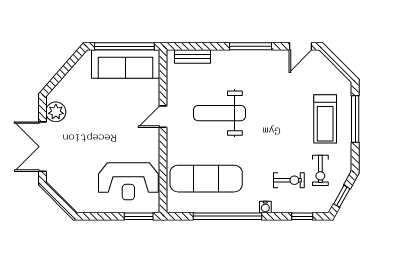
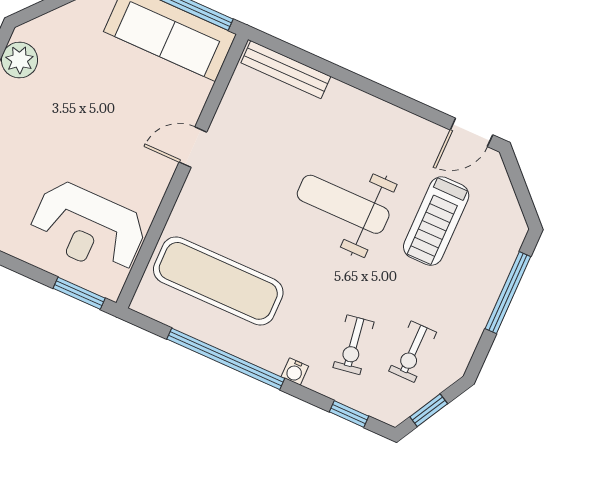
window: (251, 46) -> (389, 96), removed
bench: (193, 56) -> (286, 70), width x1.36
weight bench: (219, 113) -> (343, 204), moved
treadmill: (325, 119) -> (436, 221), moved
exercise bike: (289, 180) -> (353, 345), turned 81

